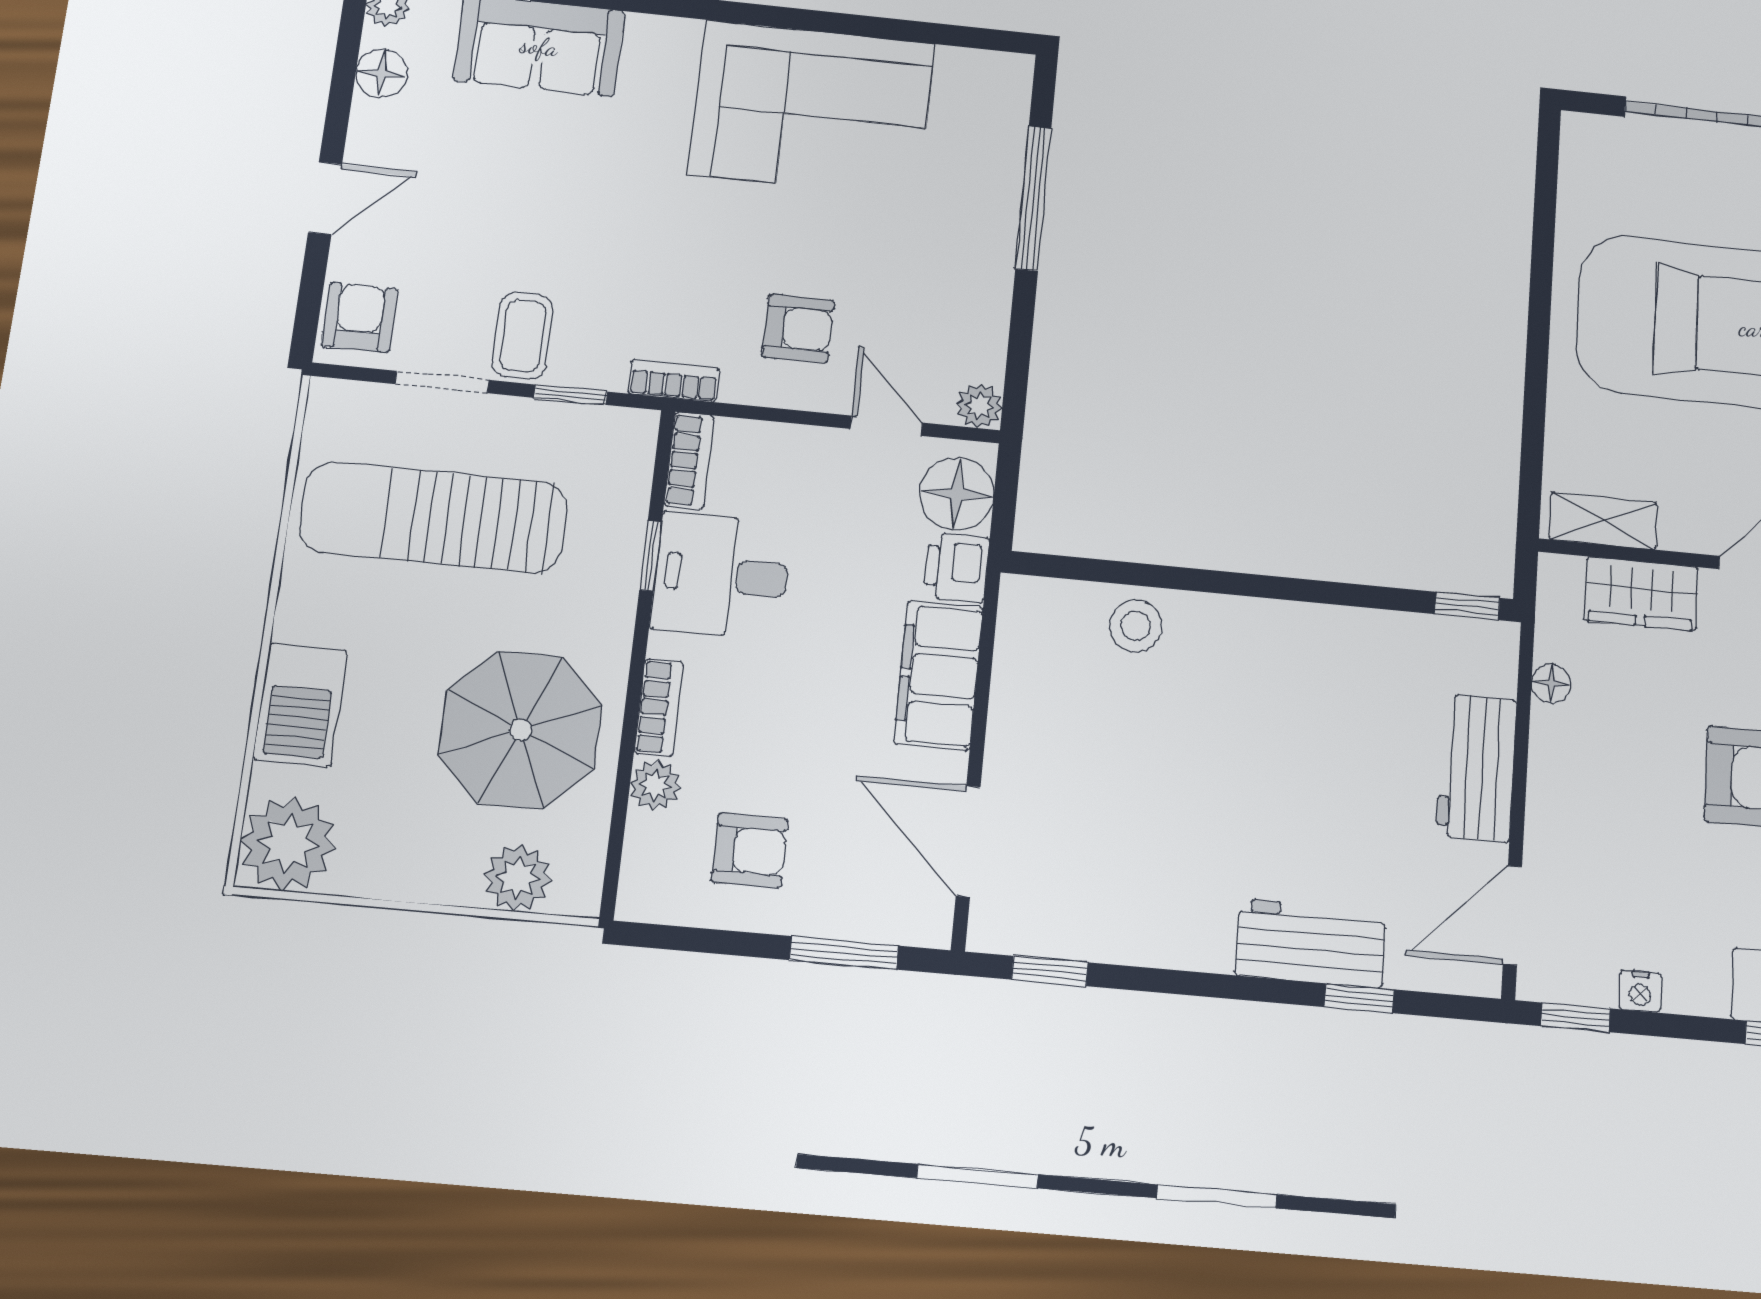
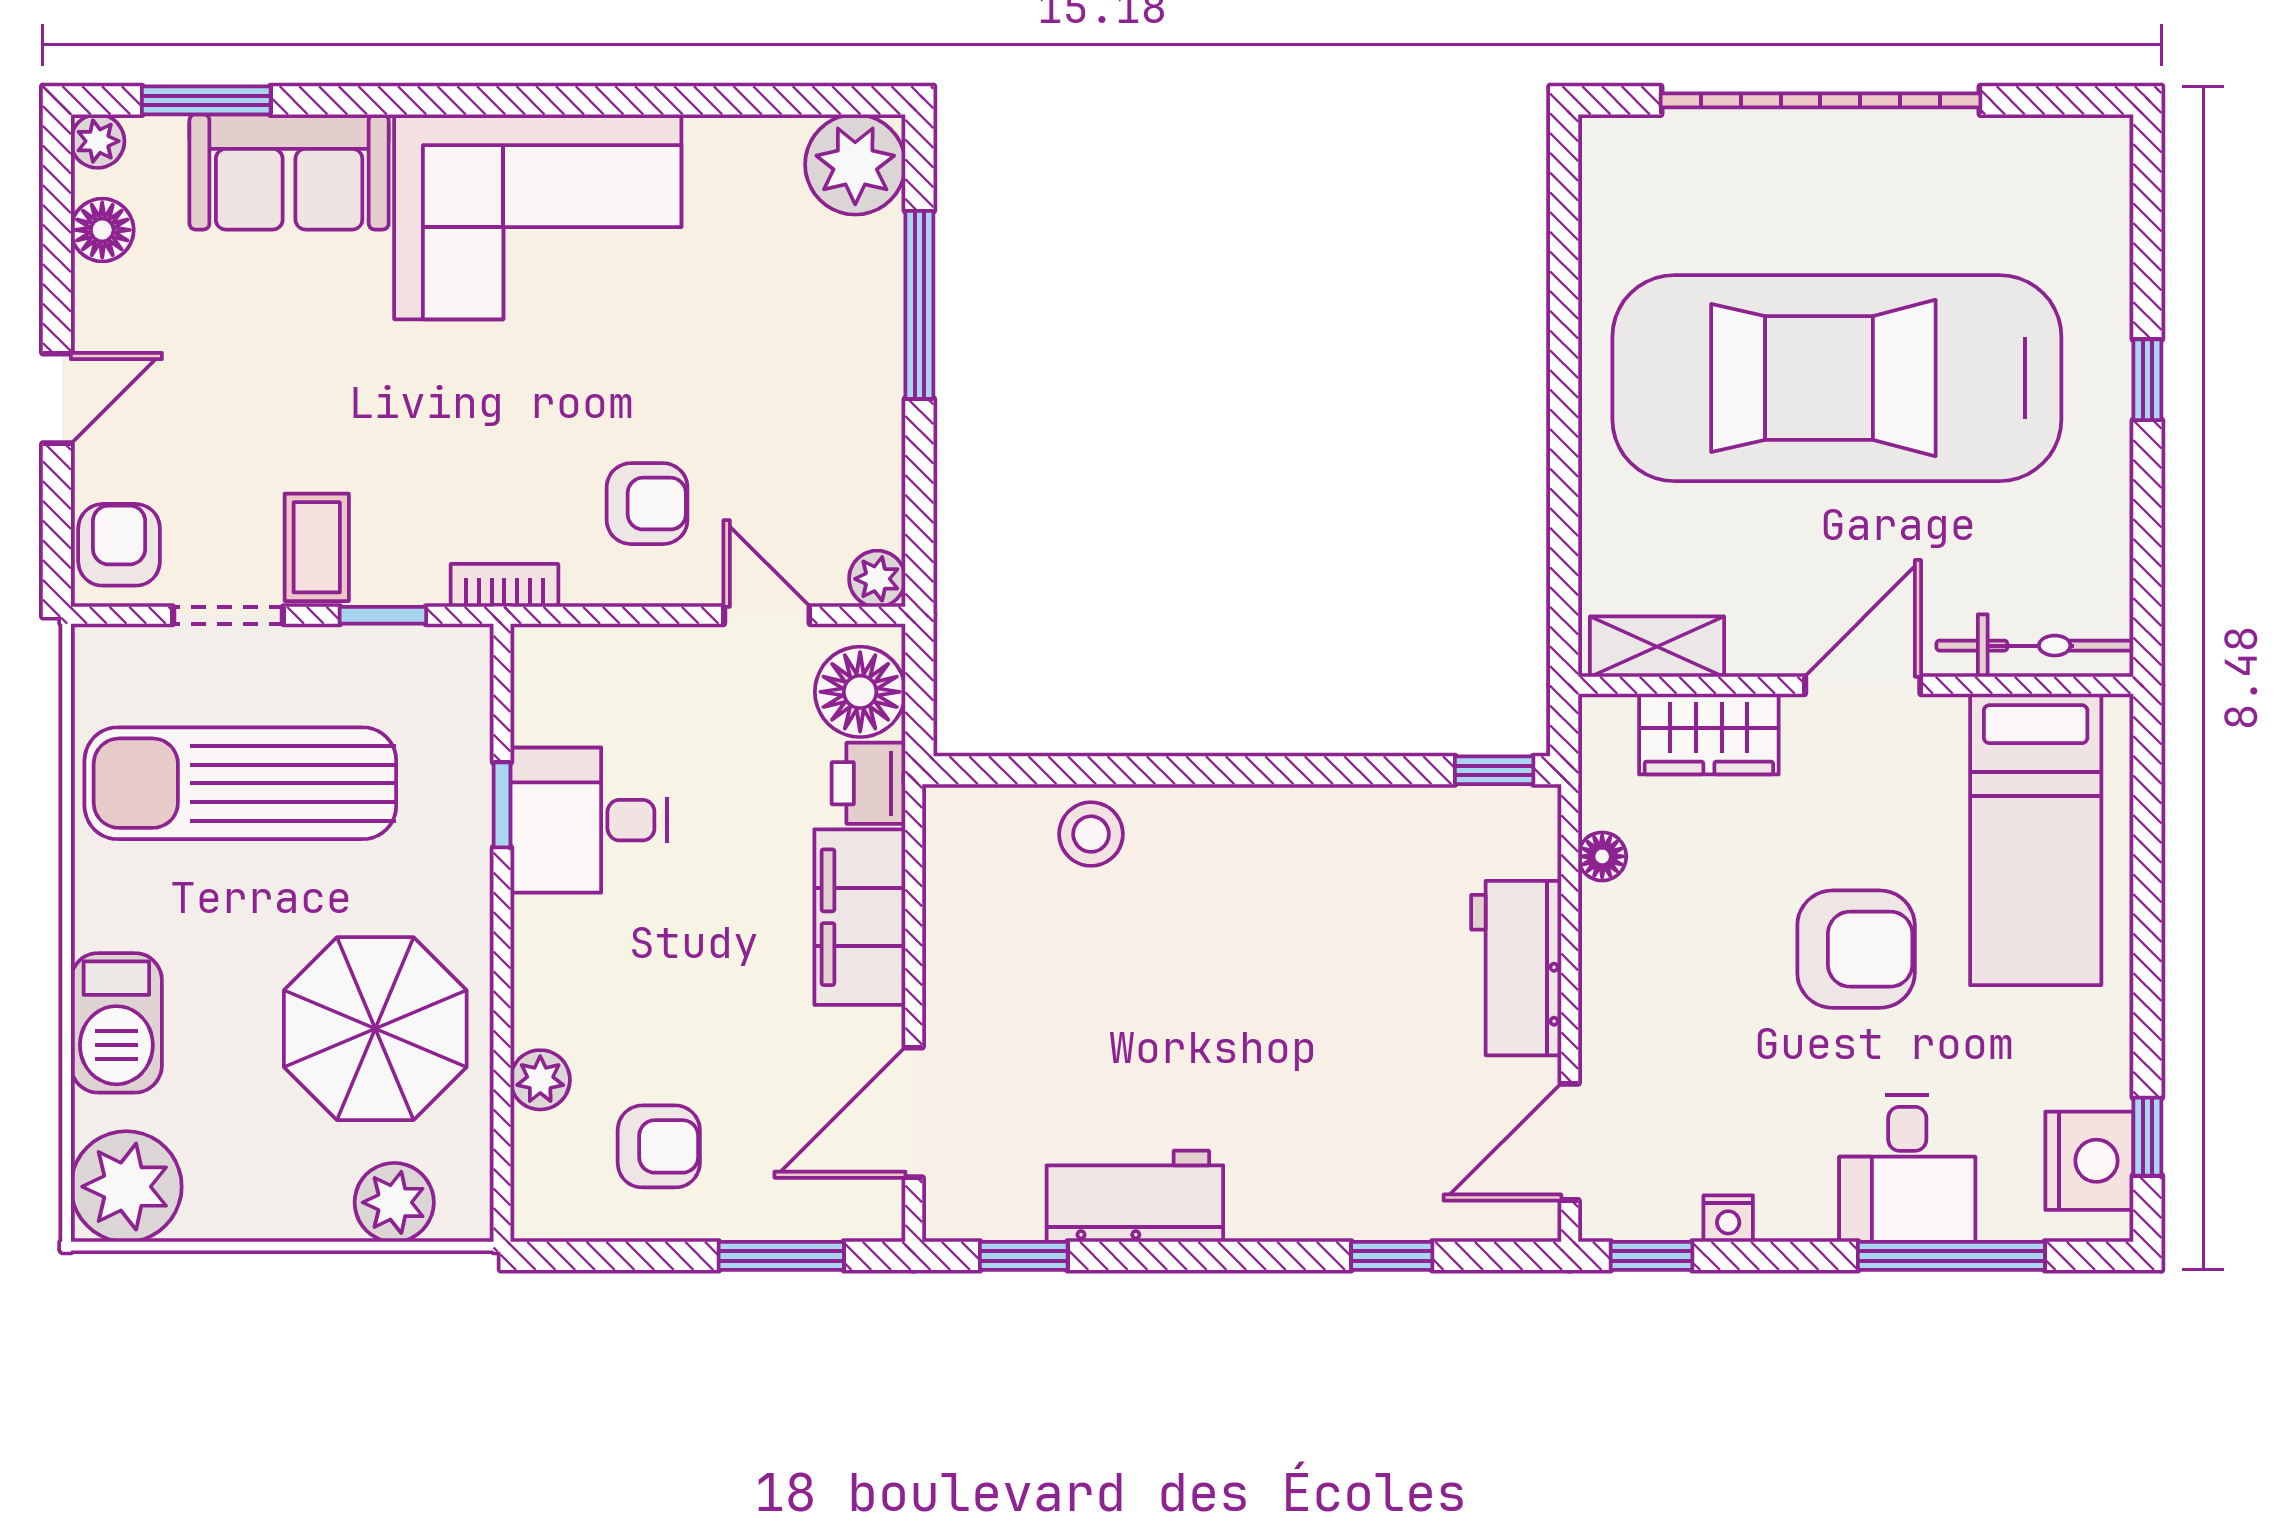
plant: (993, 88) -> (855, 164), added
corner sofa: (812, 108) -> (538, 217), moved
bookcase: (689, 460) -> (534, 683), removed
bookcase: (659, 708) -> (533, 987), removed
door: (968, 841) -> (914, 1112), hinge flipped
workbench: (1311, 943) -> (1135, 1196), moved

